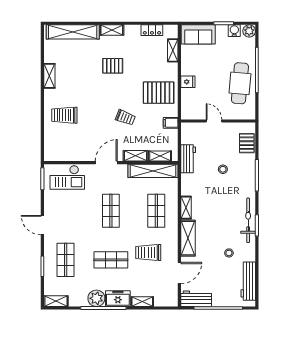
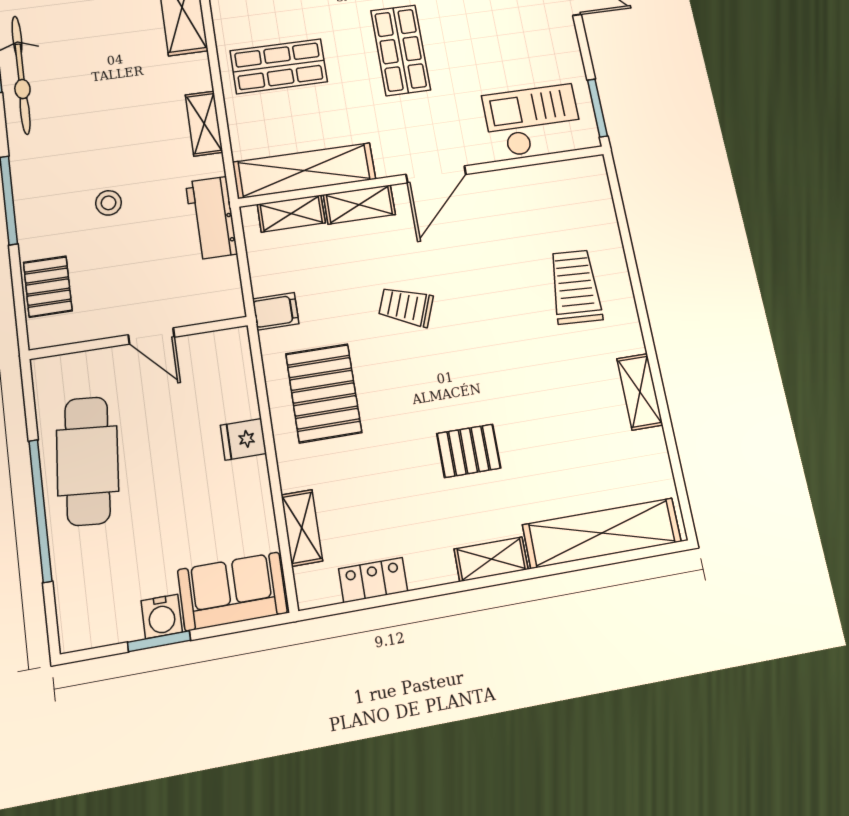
water cooler: (234, 31) -> (162, 616), moved
plant: (249, 31) -> (77, 631), removed
pallet: (159, 93) -> (324, 393), turned 90
trolley: (64, 115) -> (575, 287), turned -87
shelving: (186, 208) -> (204, 124), moved
shop shelf: (156, 211) -> (279, 66), turned 90

